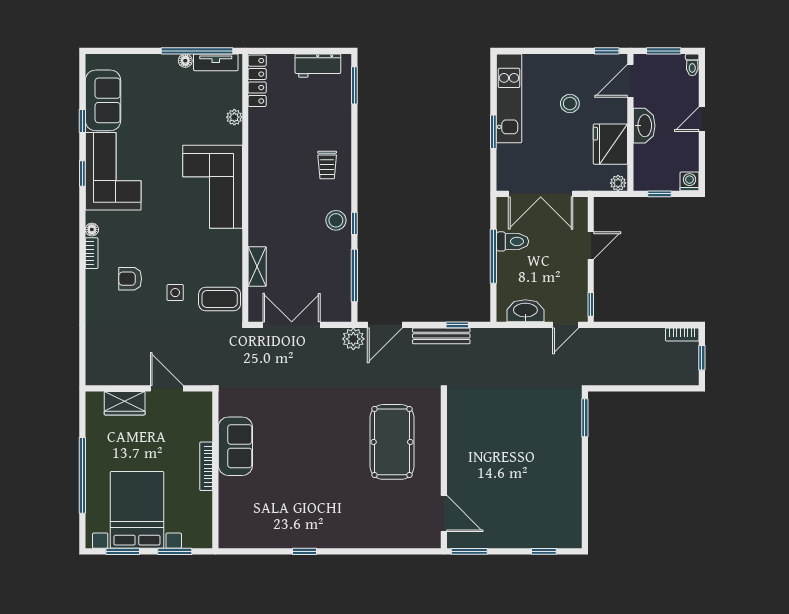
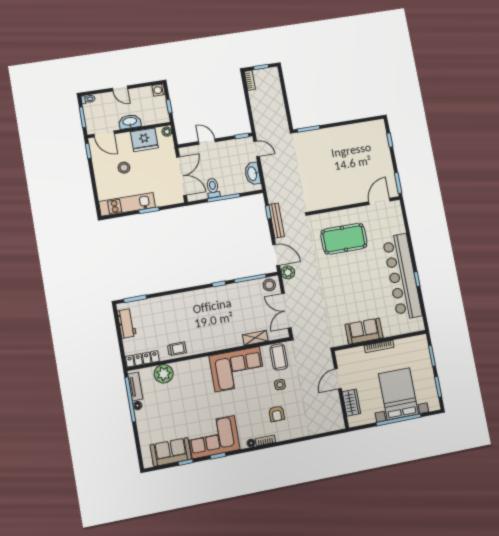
plant: (234, 117) -> (164, 374), width x1.87, depth x1.87
trolley: (327, 165) -> (177, 349), moved
corner sofa: (213, 187) -> (237, 369), moved
stool: (336, 220) -> (269, 285), moved
bed with nightstands: (137, 510) -> (398, 394), moved, turned 90
bar counter: (313, 527) -> (402, 277), added

